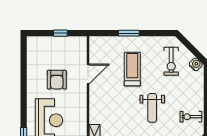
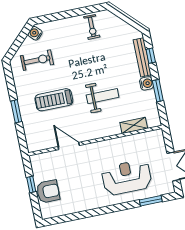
armchair: (57, 80) -> (48, 191), moved
weight bench: (152, 108) -> (103, 96), moved

